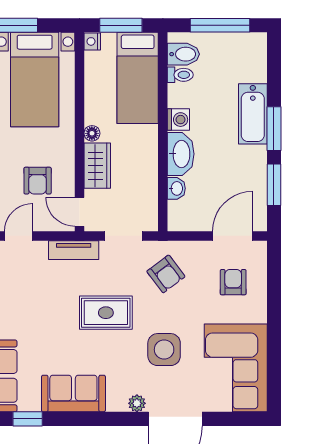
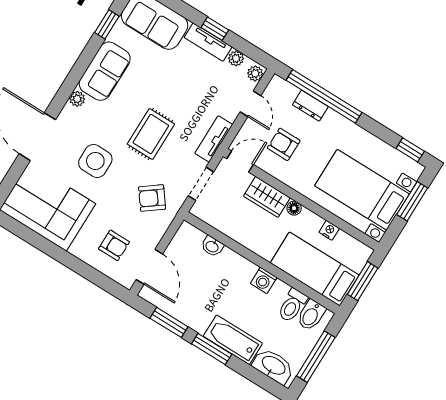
nightstand: (92, 41) -> (329, 230), moved
toilet: (180, 75) -> (292, 305), width x1.37, depth x1.39
washbasin: (181, 154) -> (273, 366), moved, turned 180
plant: (137, 403) -> (77, 99), moved

